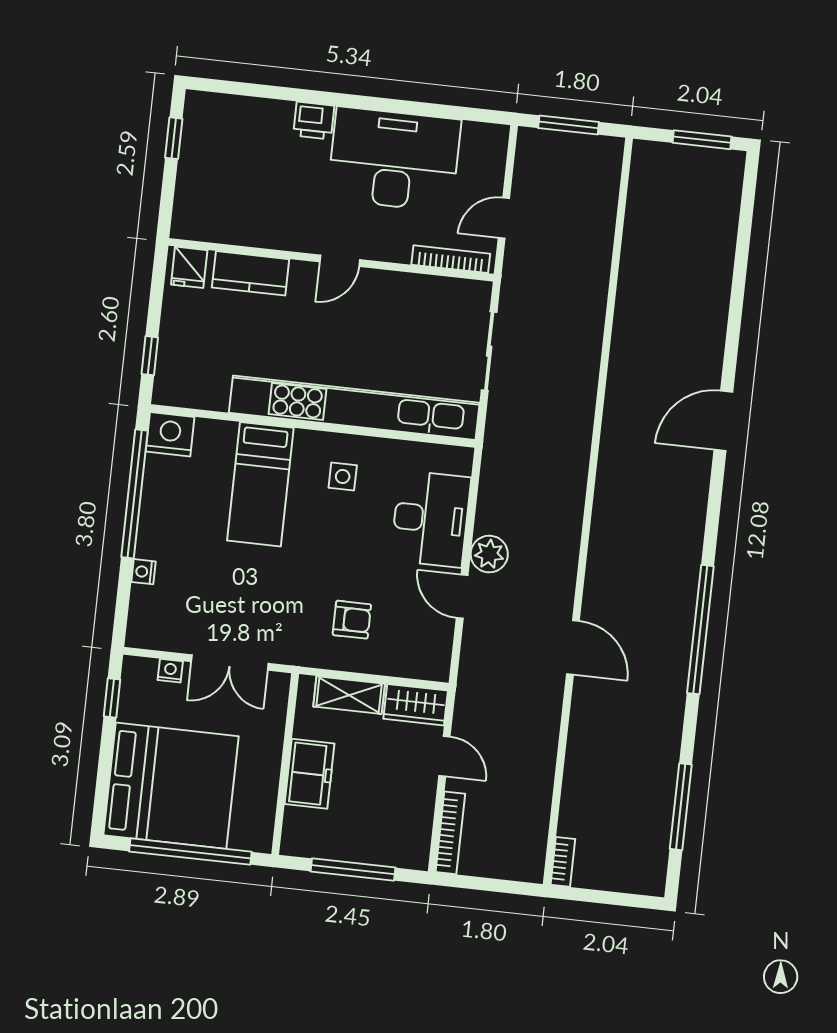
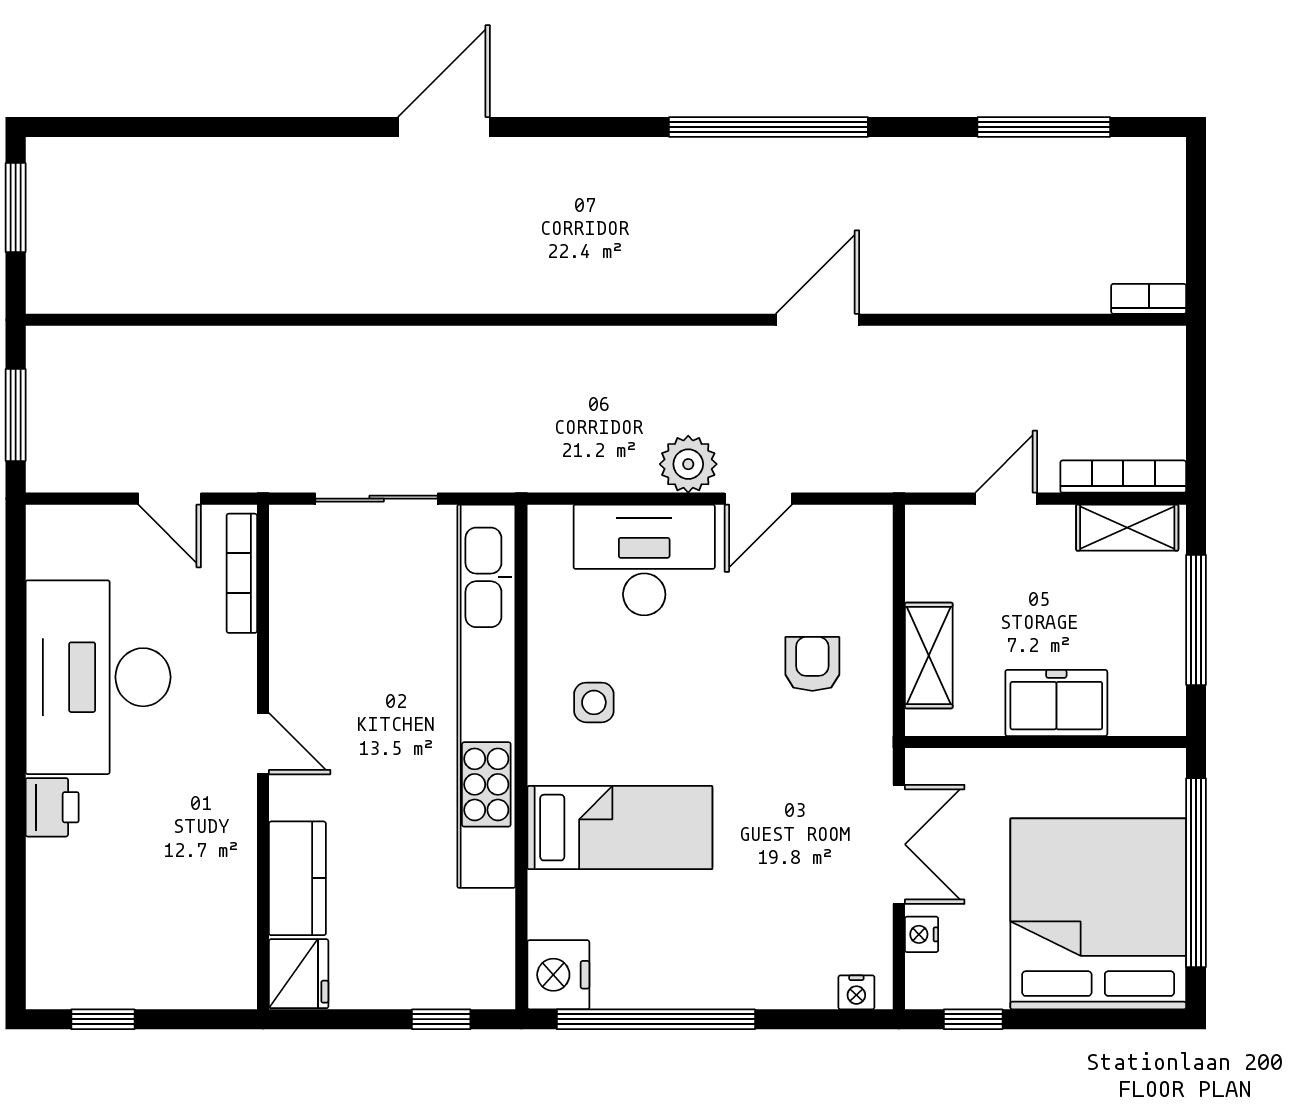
fridge: (189, 267) -> (299, 974), width x1.38
door: (723, 421) -> (444, 127), swing flipped
nightstand: (143, 572) -> (856, 992), moved
wardrobe: (416, 705) -> (932, 552), removed
shelving: (417, 832) -> (1127, 528), added

